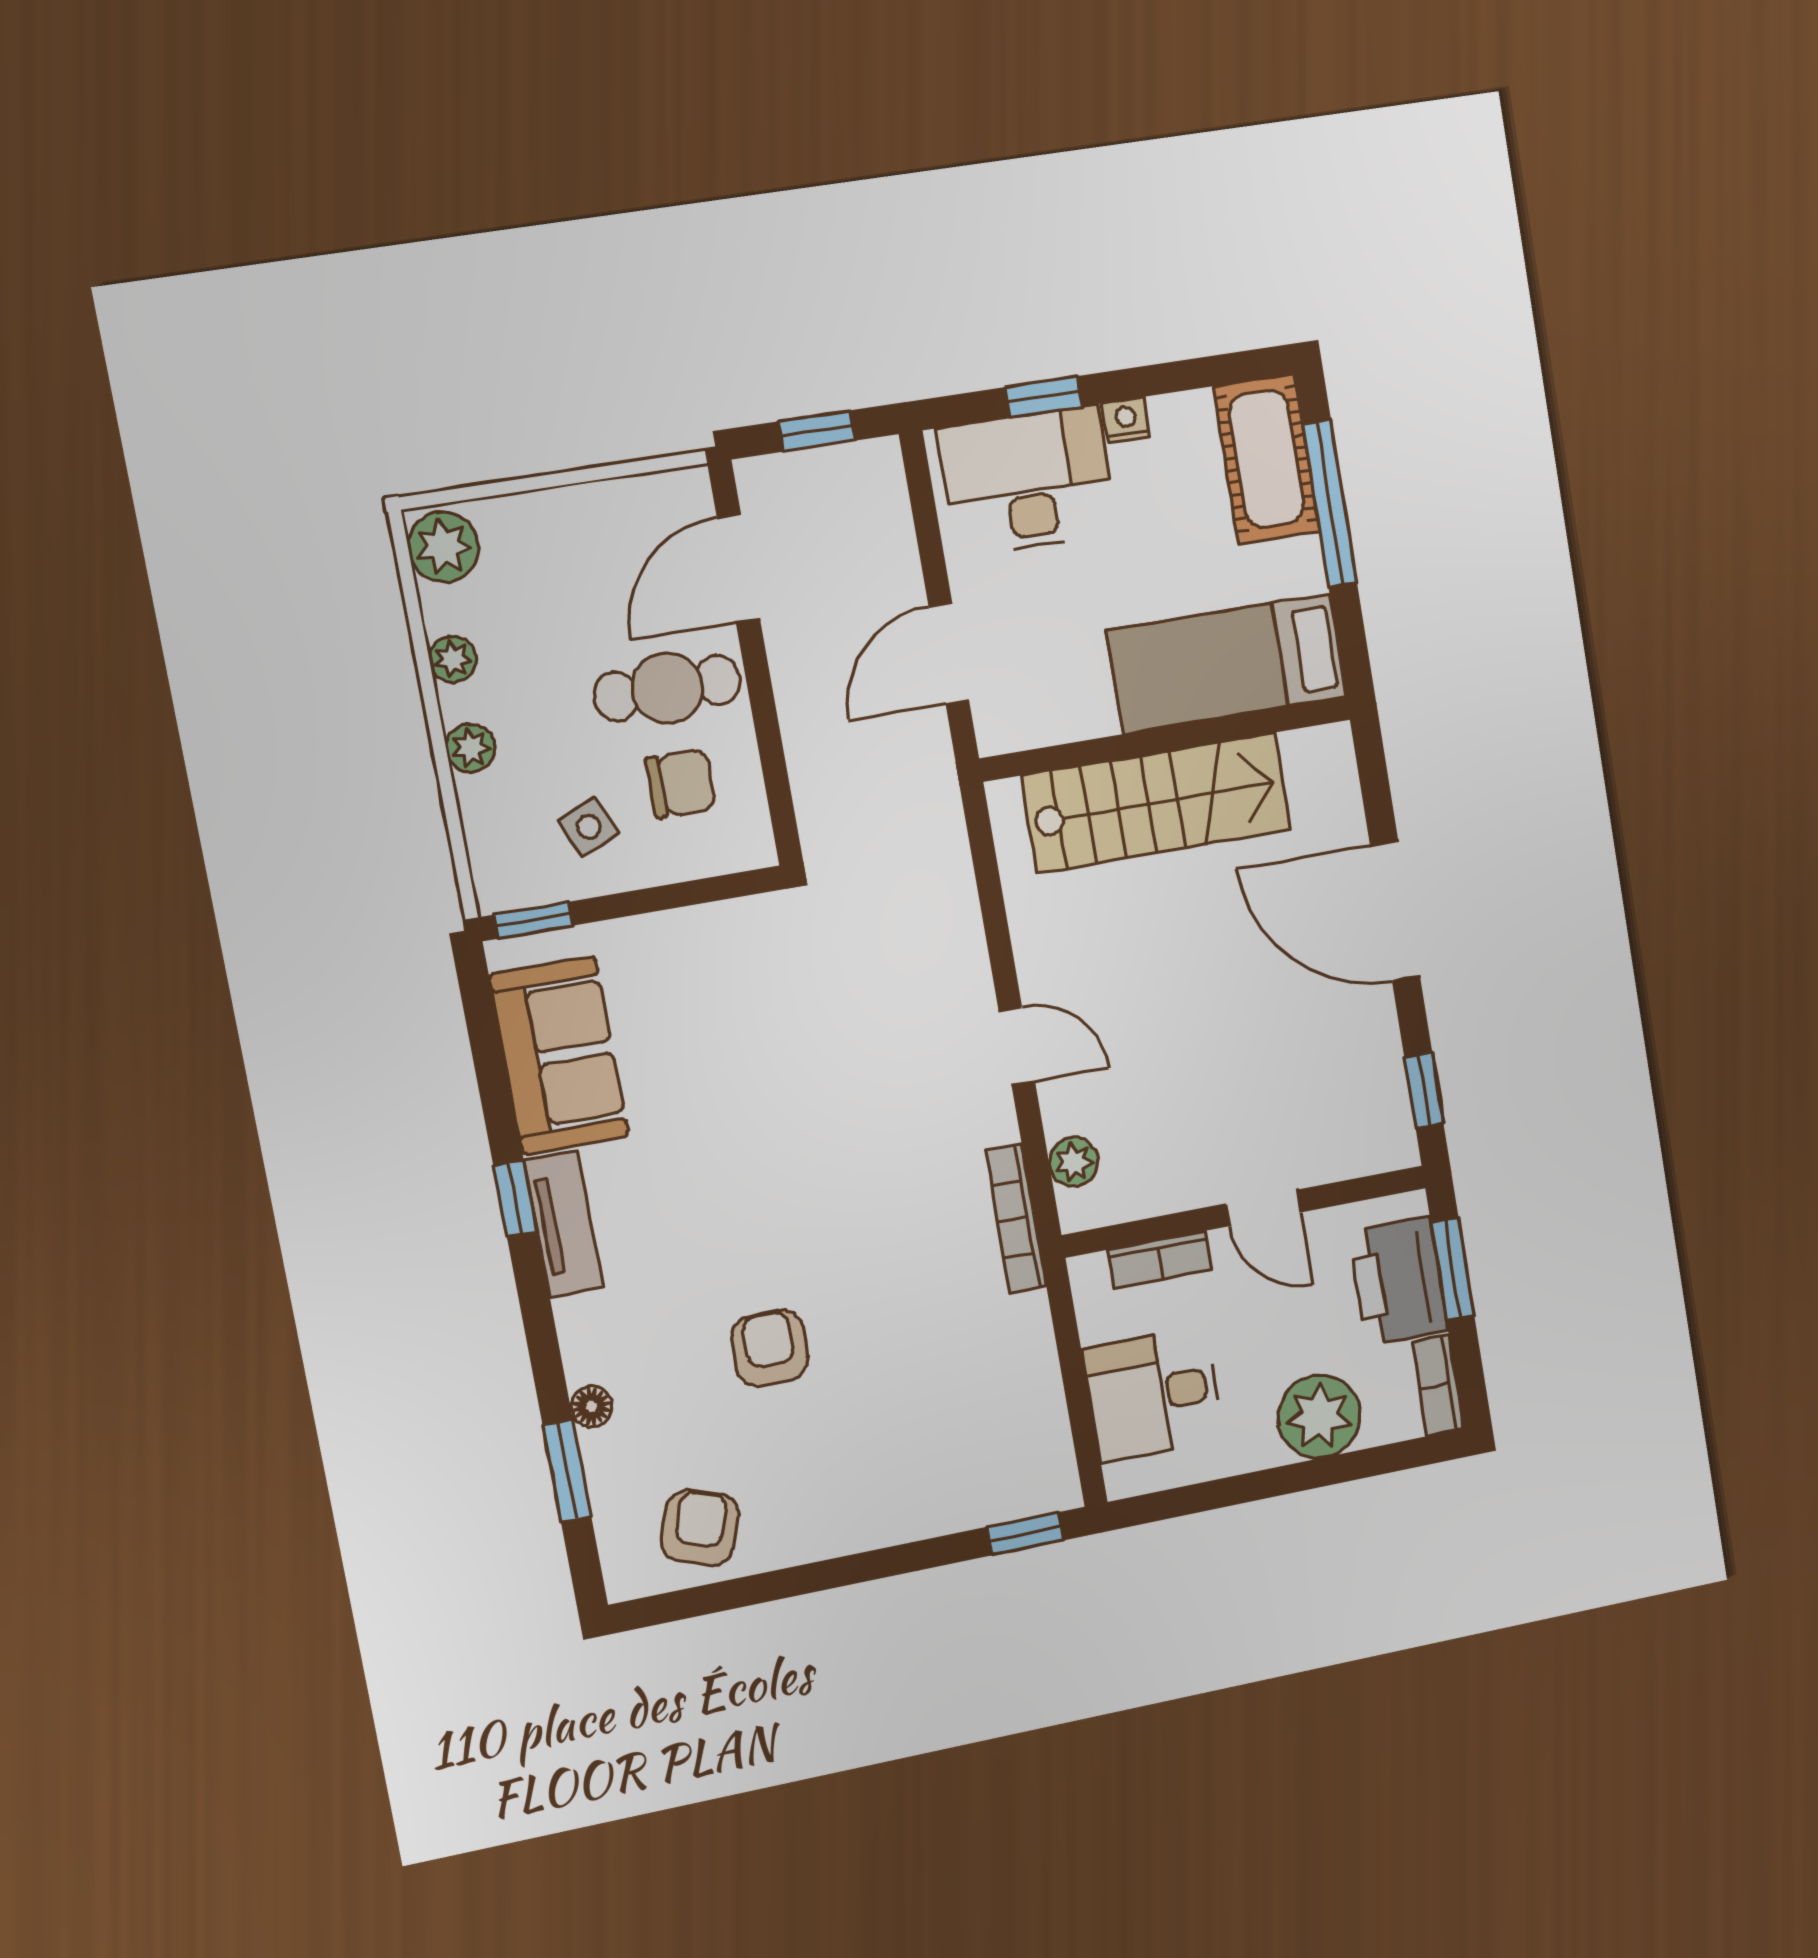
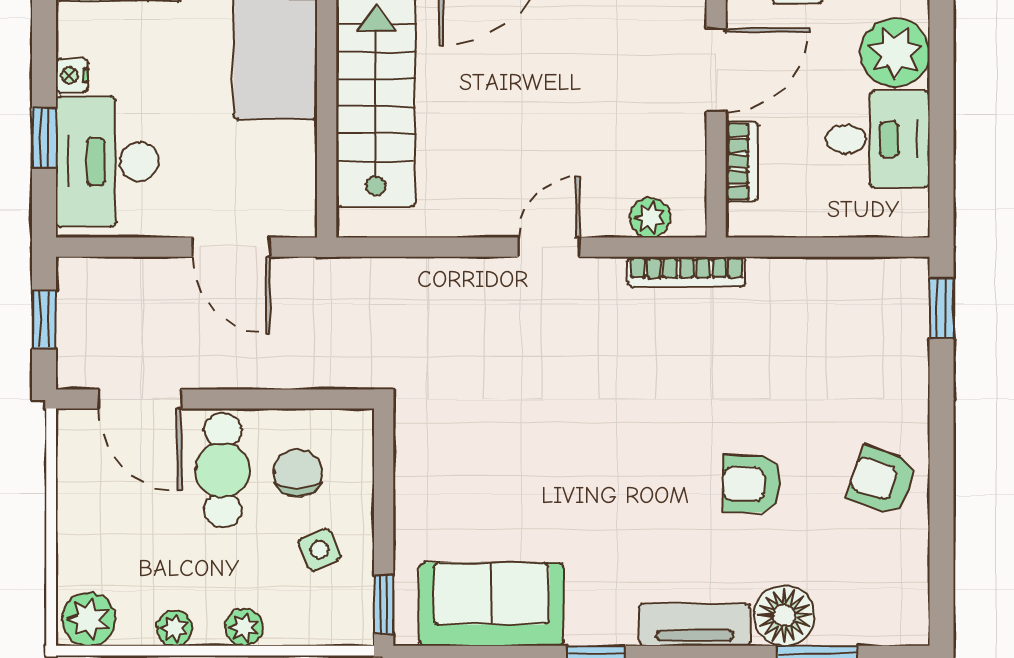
door: (1263, 1208) -> (716, 70), width x1.38
tv unit: (564, 1224) -> (695, 625), moved
desk: (1153, 1395) -> (878, 139), moved, turned -90
floor lamp: (591, 1406) -> (784, 615), width x1.89, depth x1.89
armchair: (700, 1528) -> (882, 481), moved

